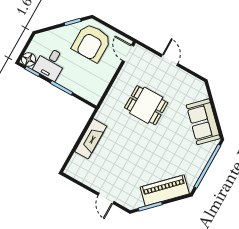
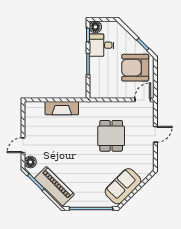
floor lamp: (127, 201) -> (30, 162), added

